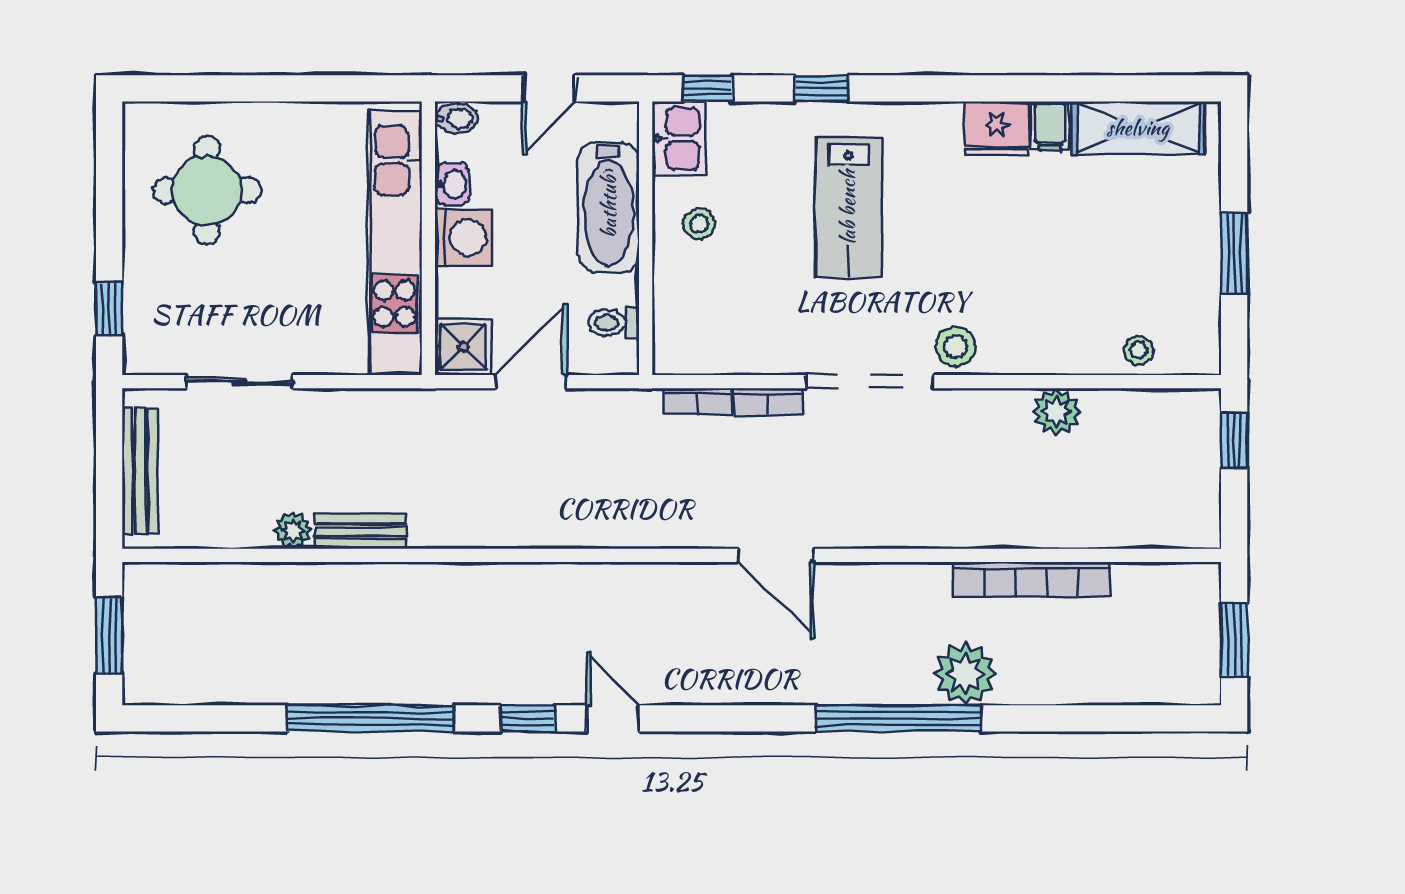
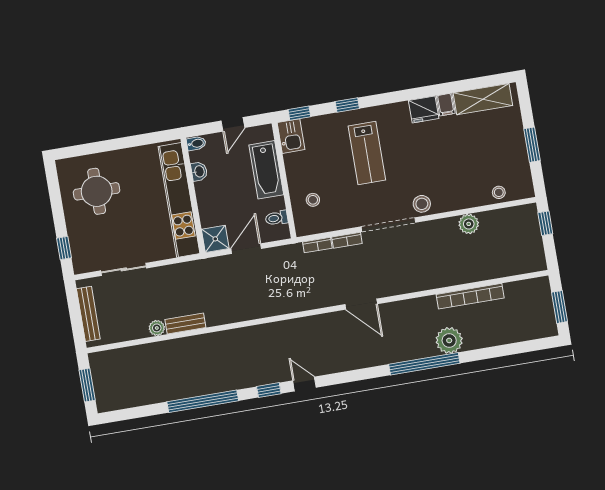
stool: (699, 224) -> (313, 200), moved
washing machine: (464, 238) -> (208, 193), removed

